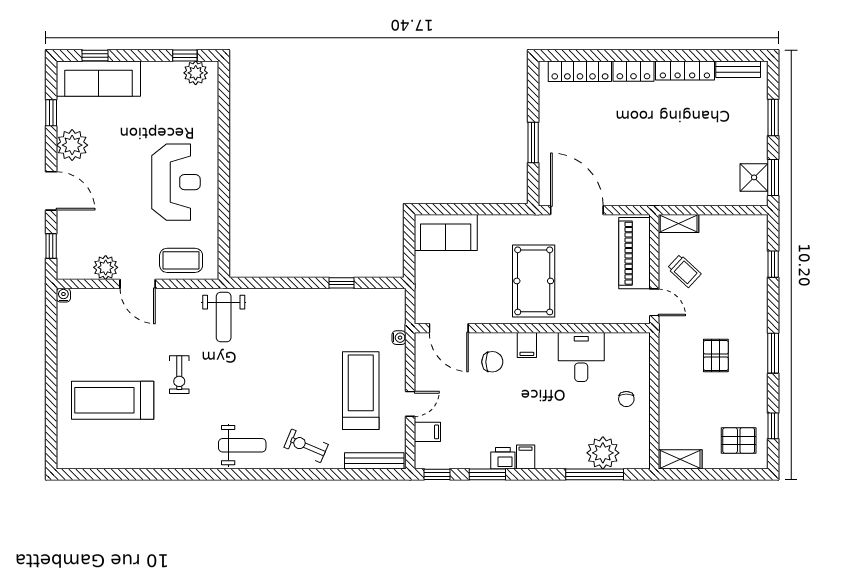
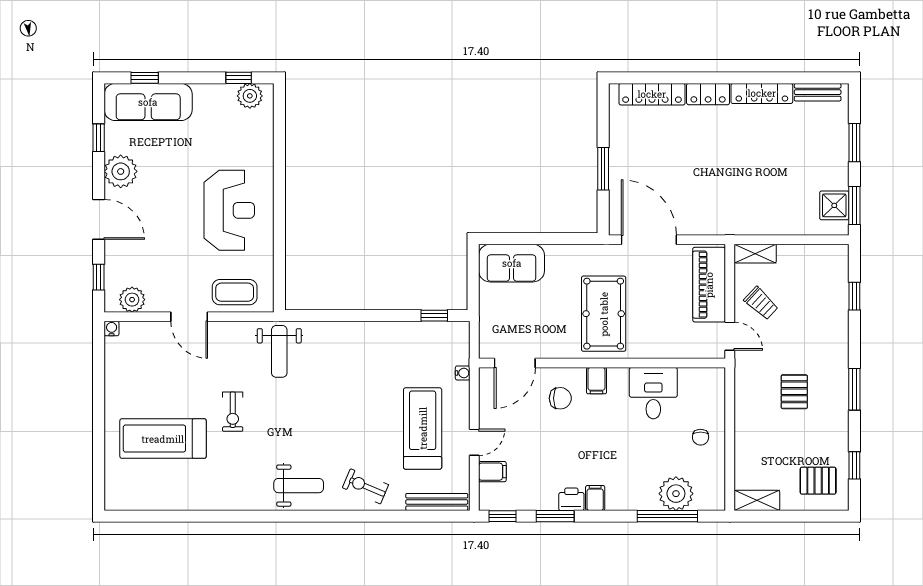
plant: (106, 267) -> (132, 300), moved
window: (341, 283) -> (434, 316), moved
door: (449, 328) -> (515, 363), hinge flipped

